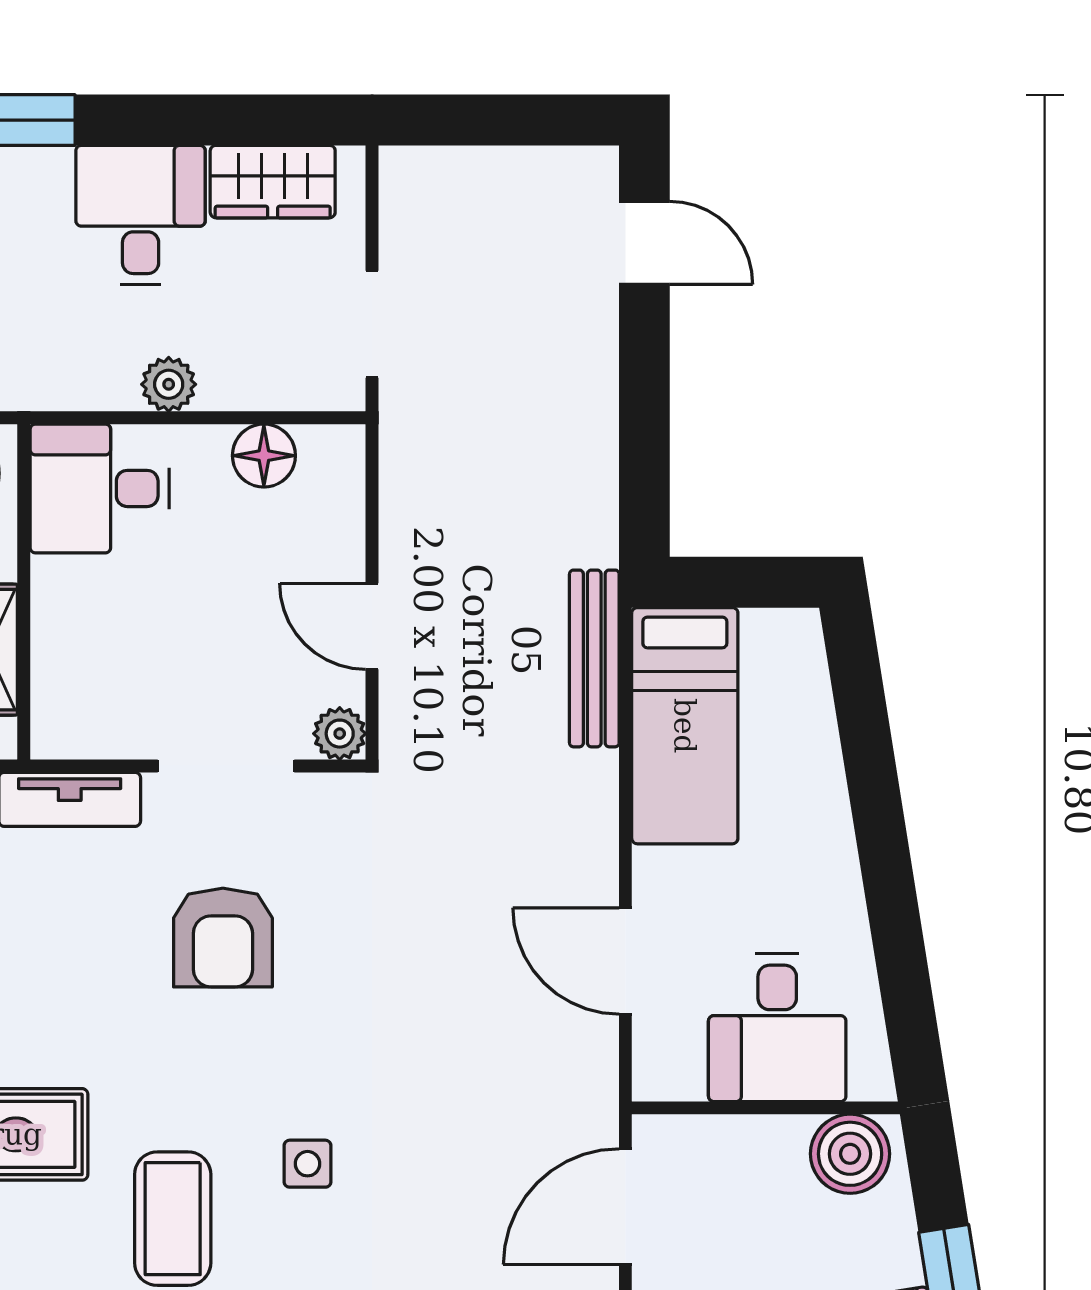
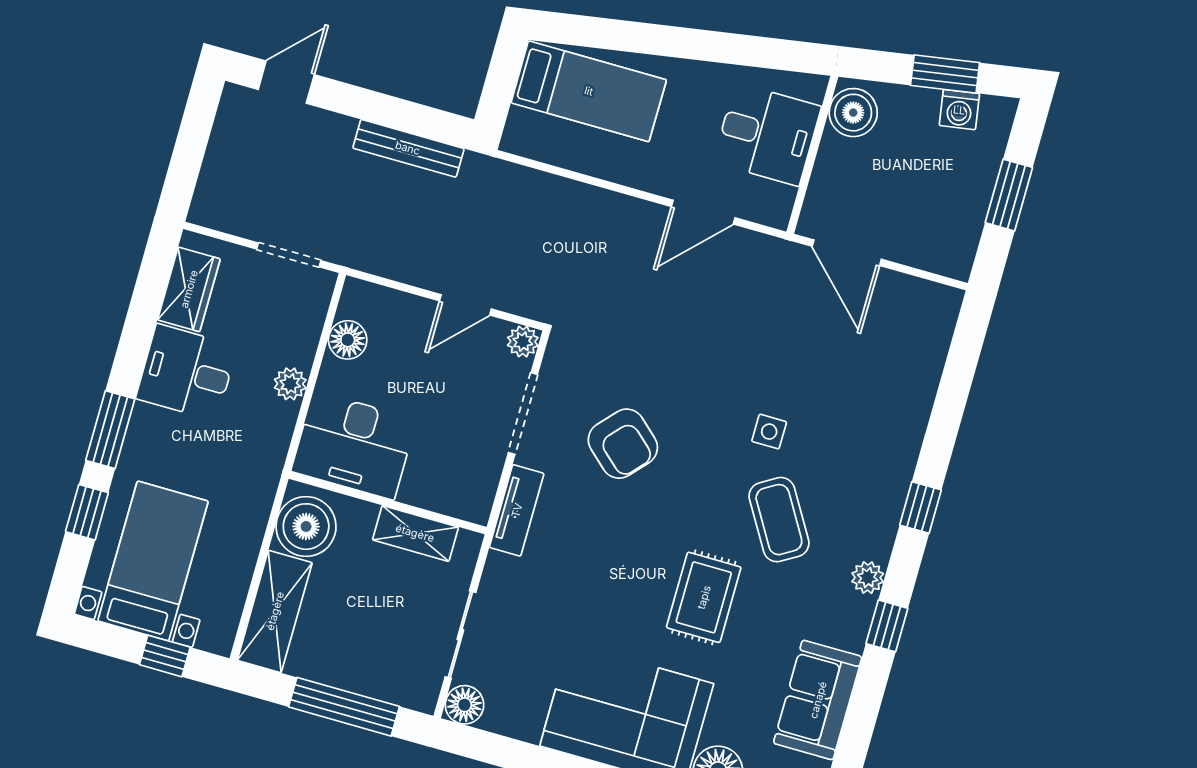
desk: (100, 488) -> (354, 445), width x1.37
bench: (594, 658) -> (408, 148), moved
bed: (685, 726) -> (589, 91), moved
armchair: (223, 938) -> (623, 444), turned 42
coffee table: (173, 1219) -> (779, 520), turned 59

